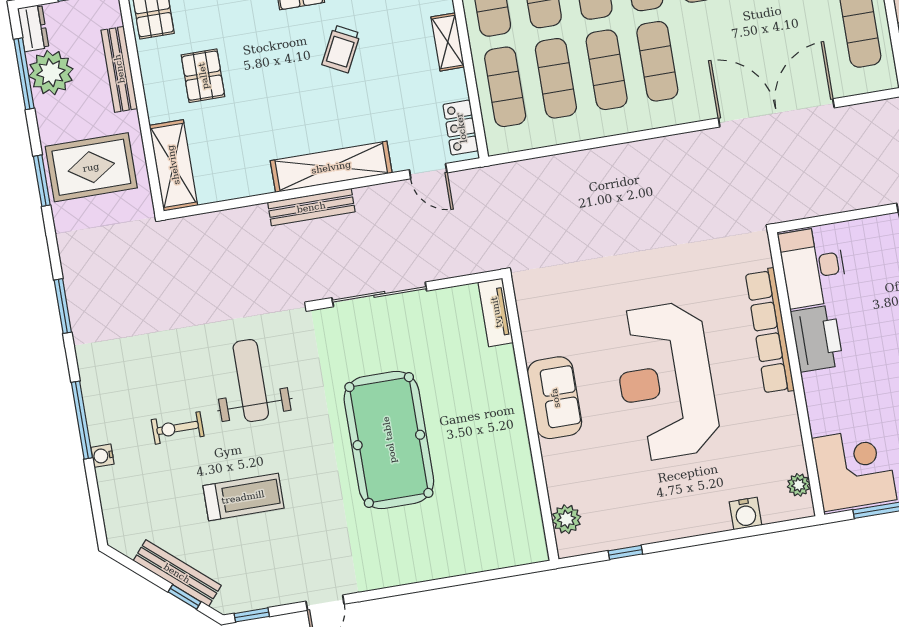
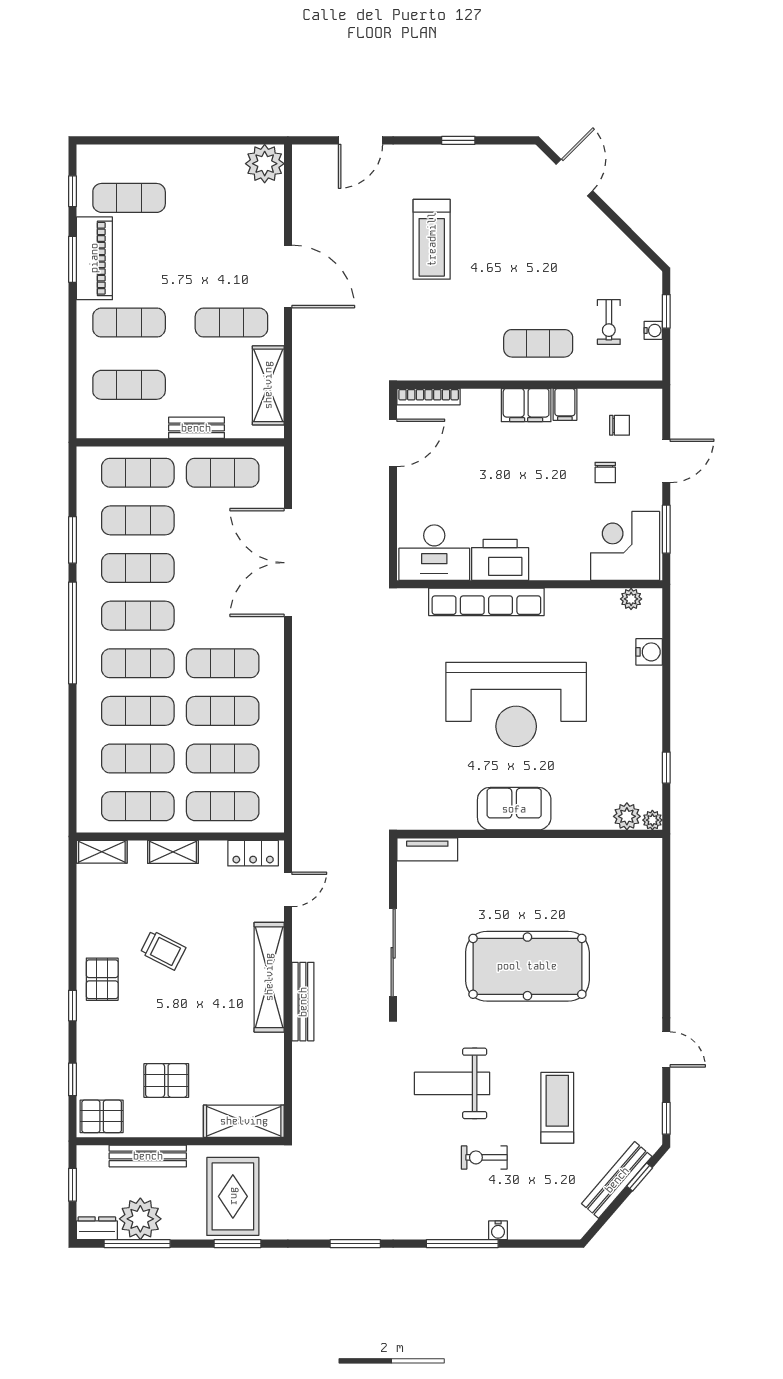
exercise bike: (178, 428) -> (484, 1157), turned 90
plant: (567, 547) -> (652, 820), added

